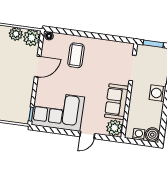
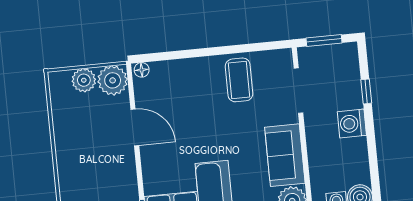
coffee table: (76, 55) -> (239, 80), moved
door: (38, 67) -> (135, 127), hinge flipped

